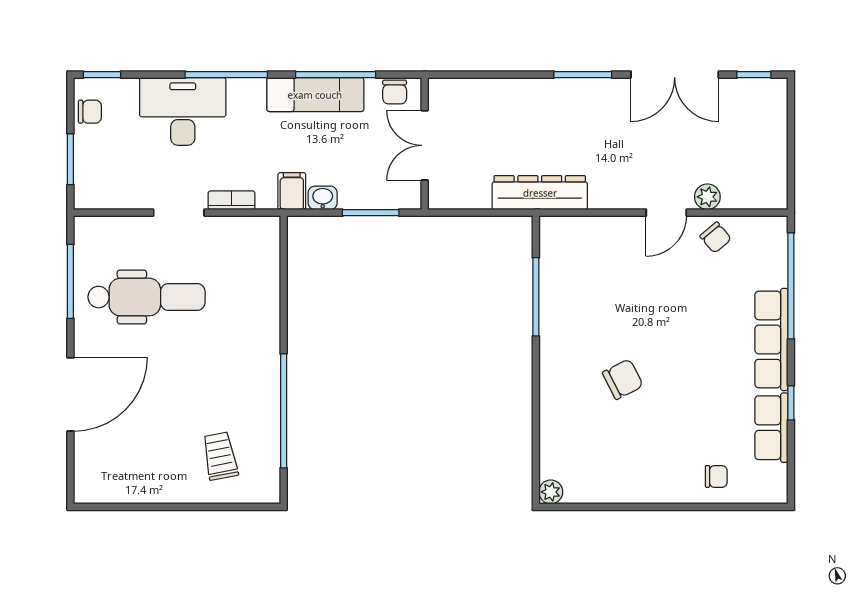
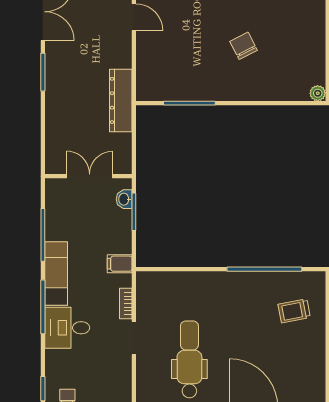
chair: (395, 92) -> (54, 196), removed
exam couch: (315, 95) -> (56, 274), moved
desk: (183, 111) -> (67, 328), width x0.73
double door: (425, 145) -> (90, 176), swing flipped
washbasin: (323, 198) -> (124, 199), moved

